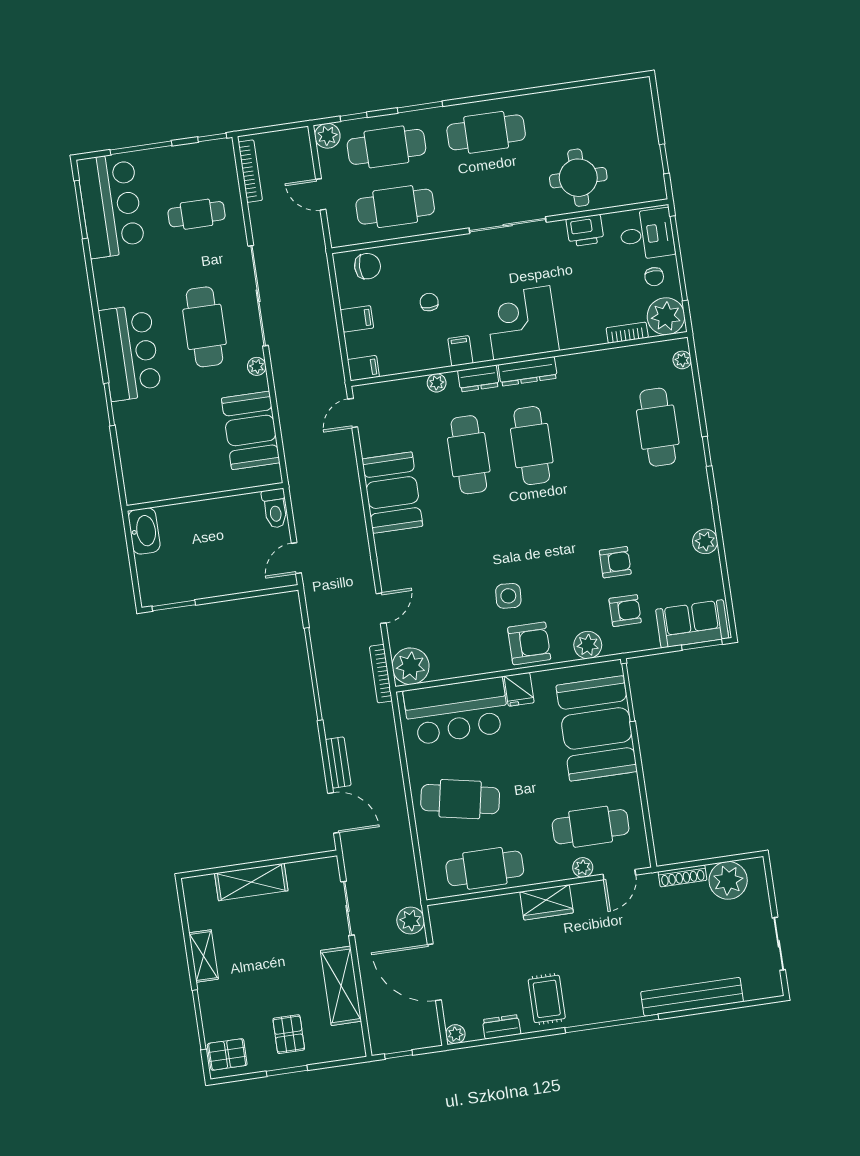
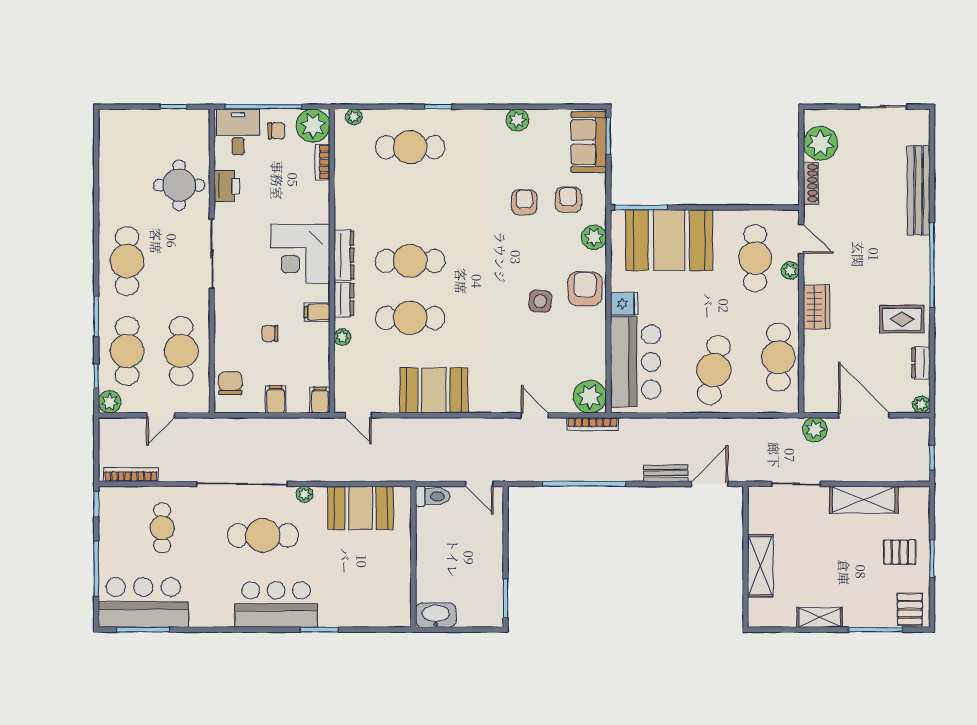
door: (434, 972) -> (864, 415), swing flipped

